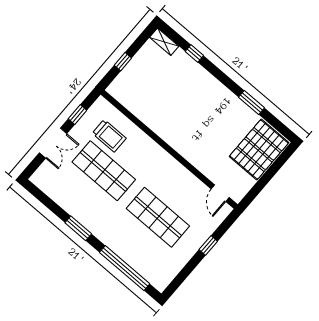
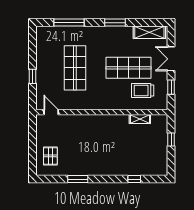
shelving: (164, 42) -> (140, 119), moved
pallet: (259, 150) -> (50, 156), width x0.49, depth x0.50
shelving: (52, 189) -> (149, 32), added
shop shelf: (158, 217) -> (75, 68), turned 90
window: (125, 268) -> (69, 23), width x0.68

